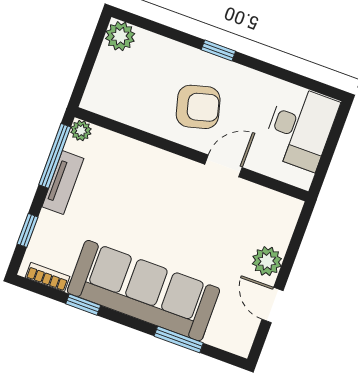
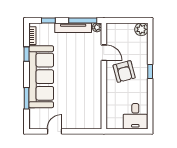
desk: (300, 128) -> (135, 116), width x0.73
door: (224, 166) -> (104, 53), moved
tv unit: (63, 183) -> (73, 28), width x1.41
plant: (267, 261) -> (72, 123), removed

